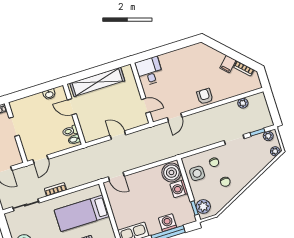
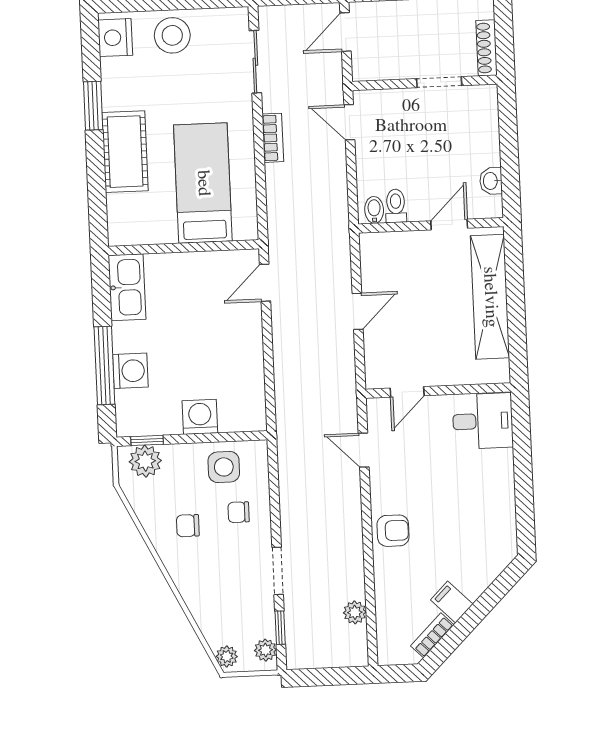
boiler: (171, 172) -> (241, 410), removed

